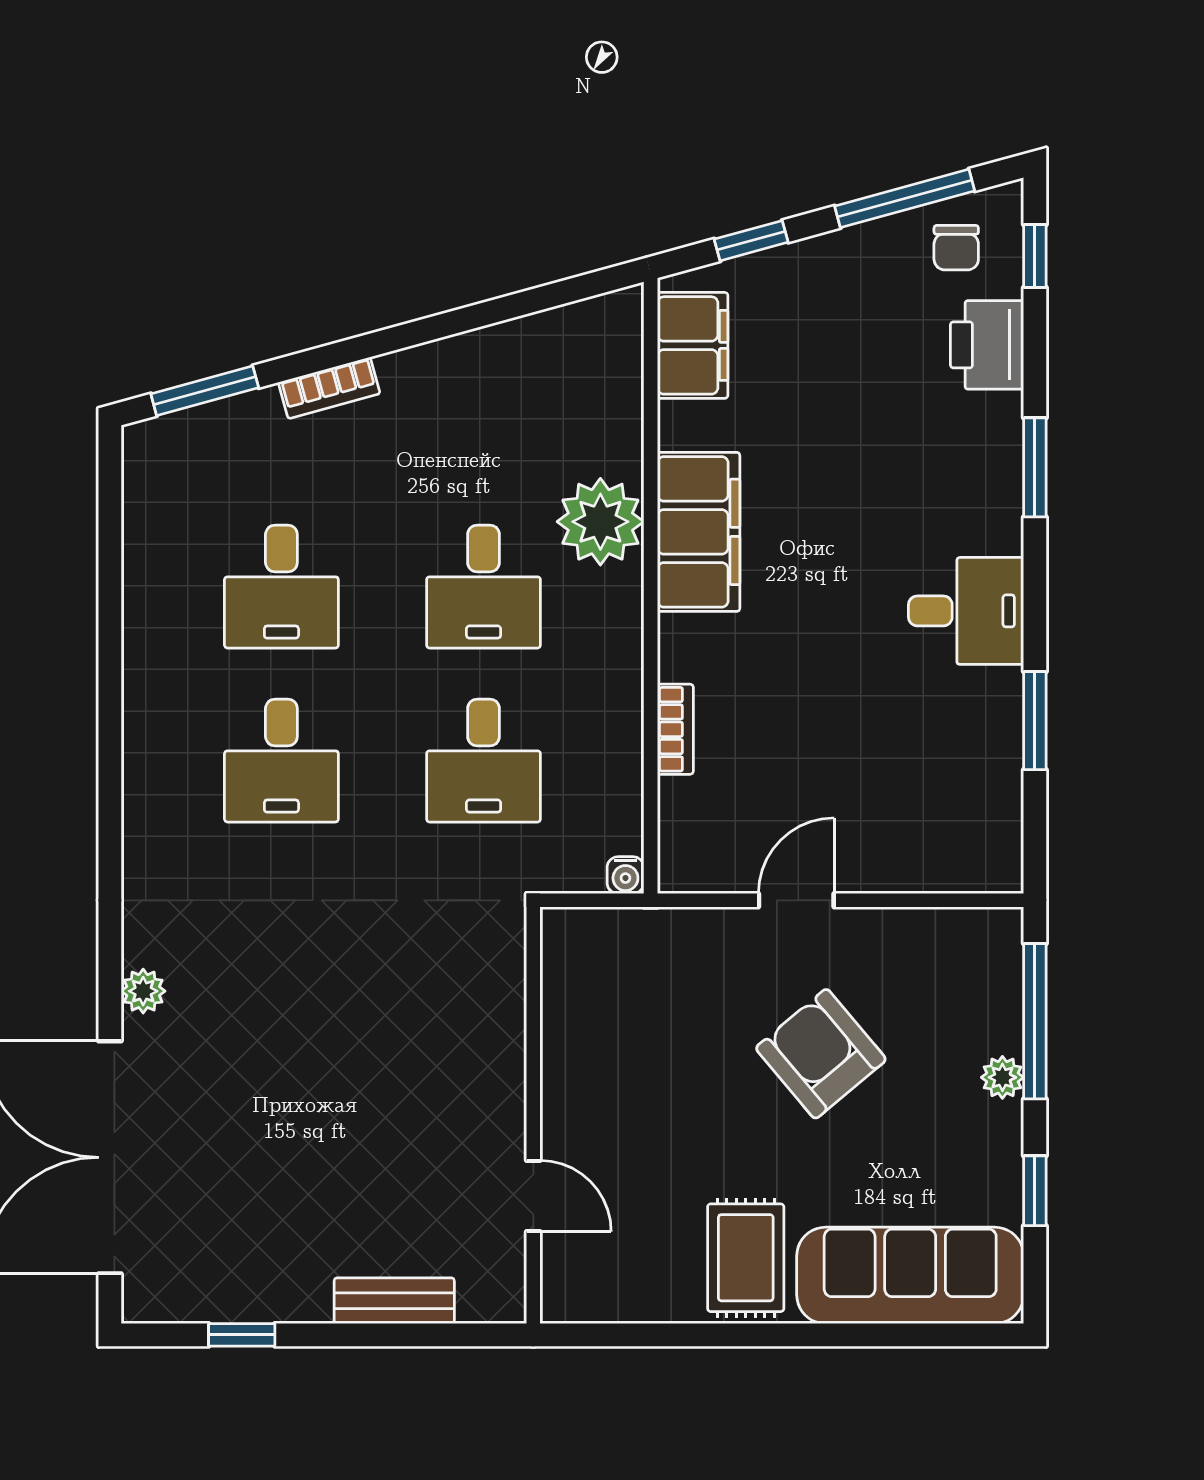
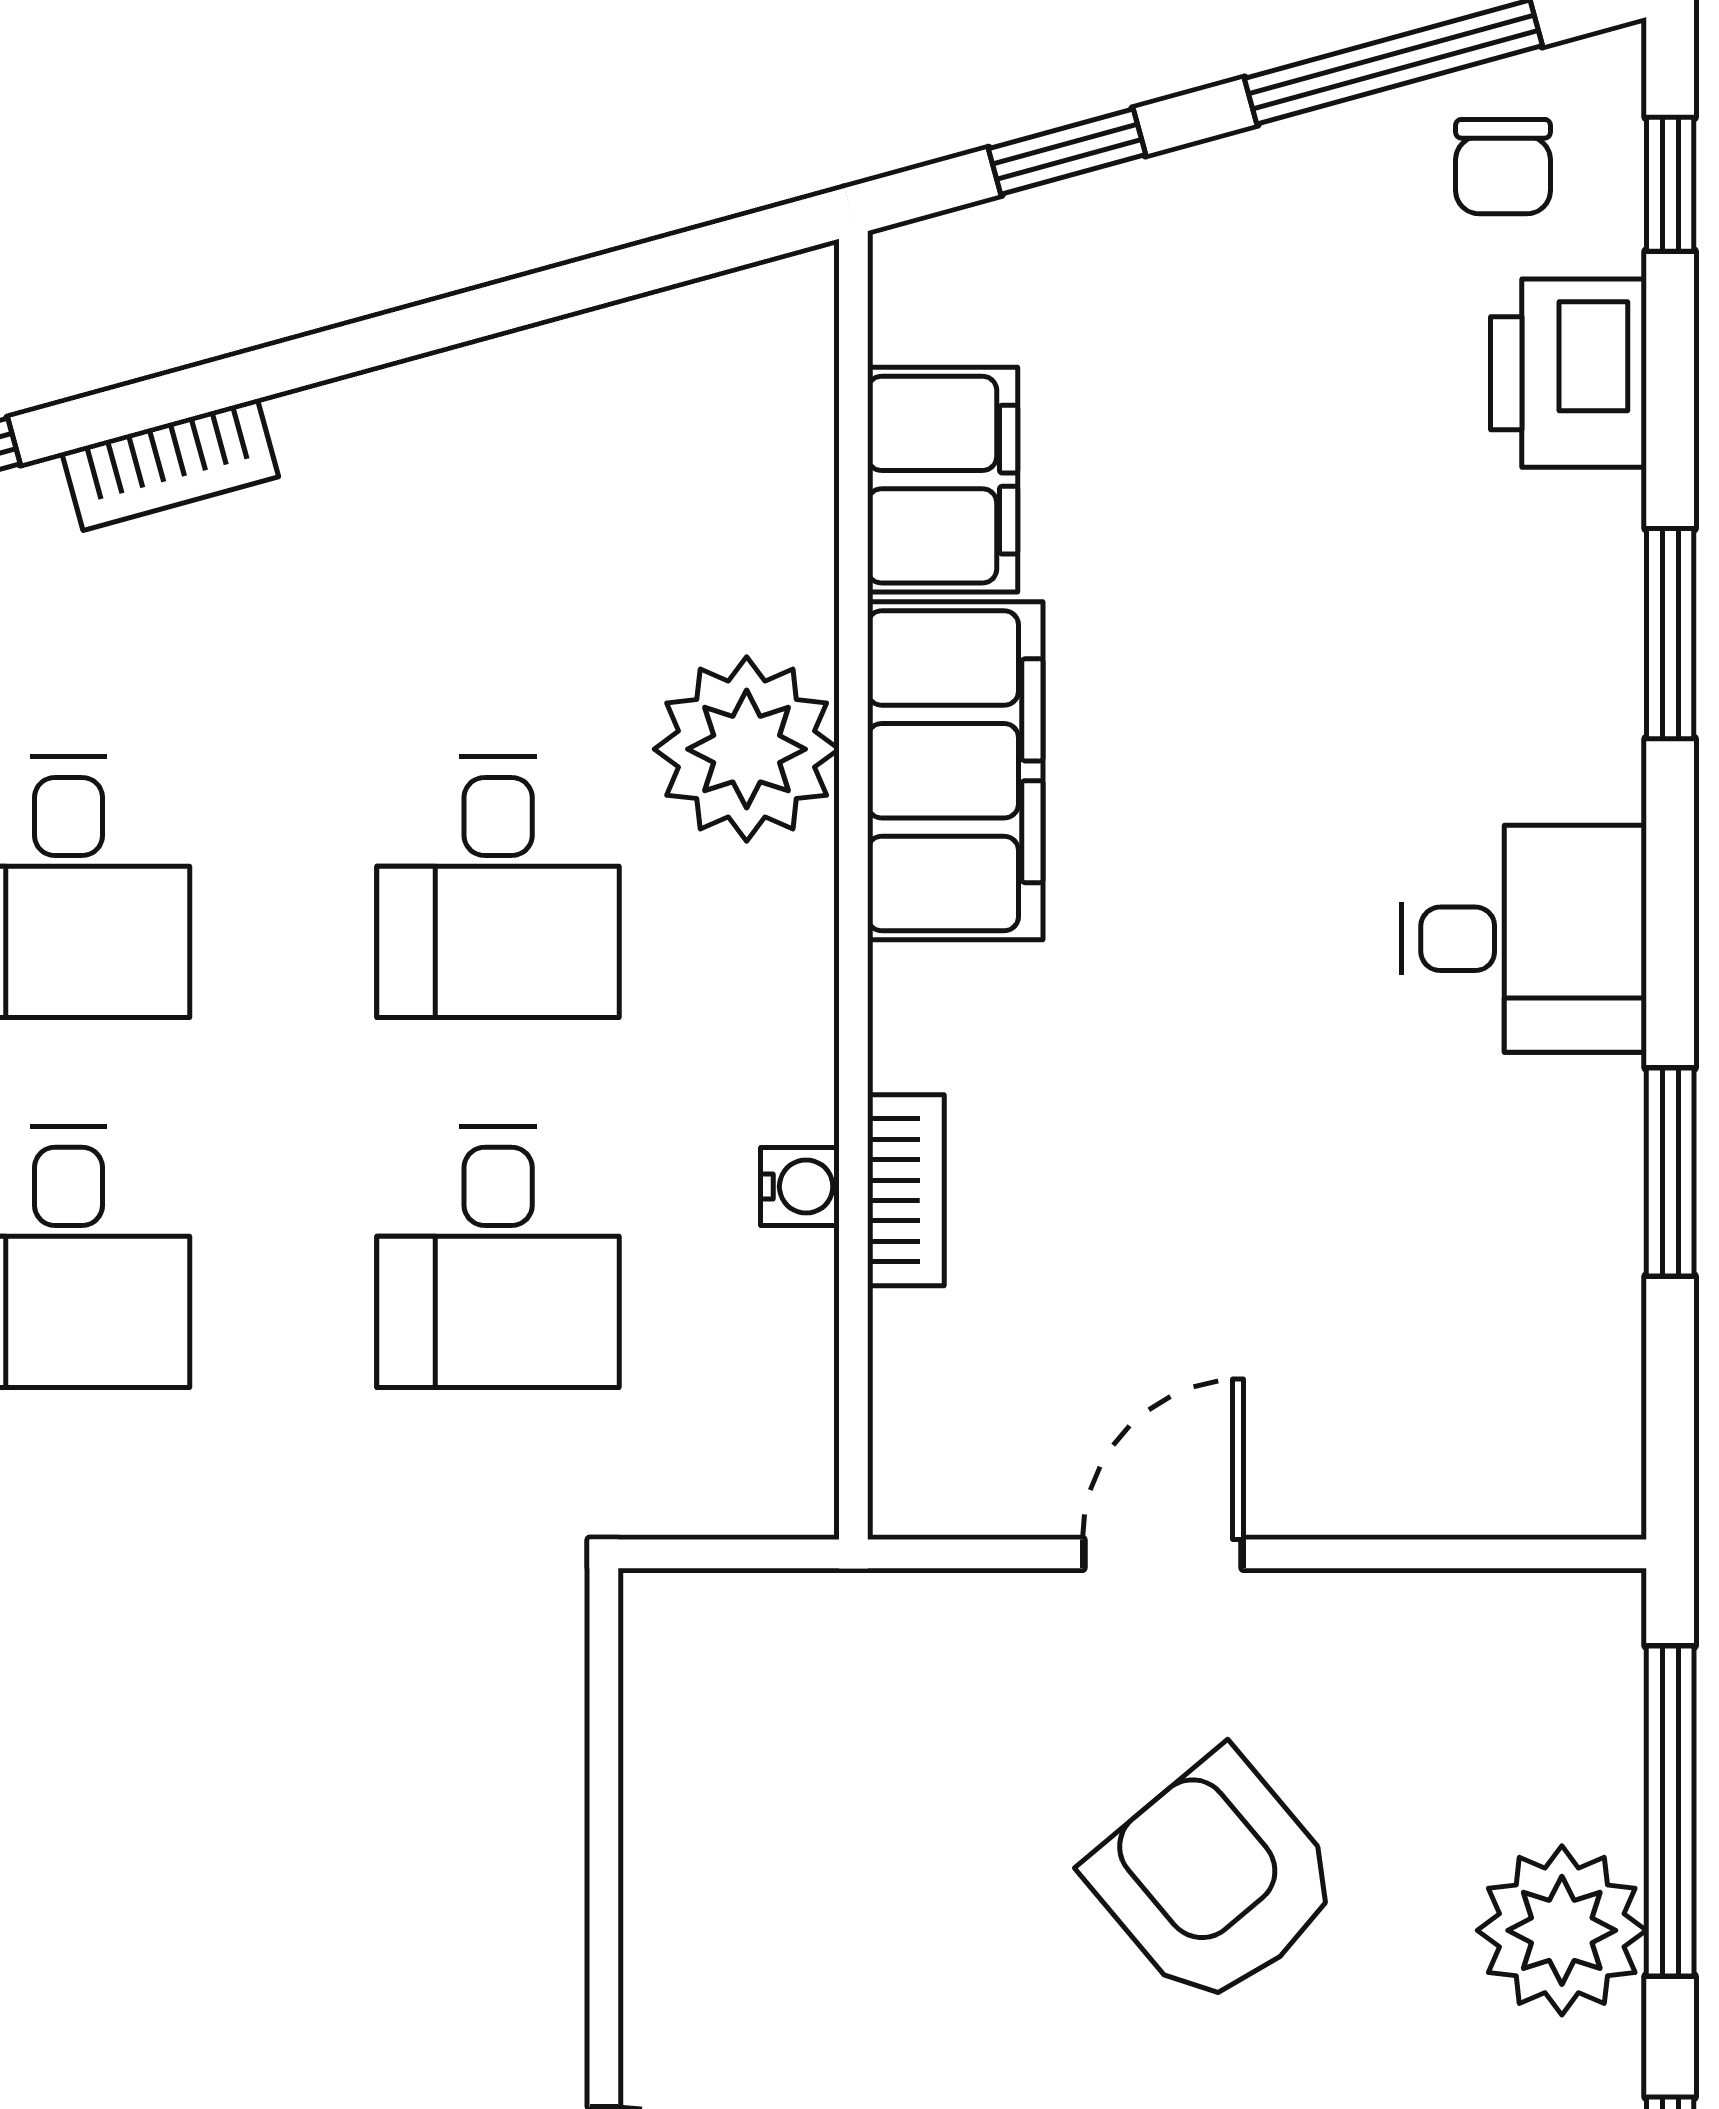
filing cabinet: (693, 345) -> (943, 480), moved
water cooler: (625, 875) -> (800, 1187), moved, turned -90
plant: (1002, 1077) -> (1562, 1930), width x1.88, depth x1.88

